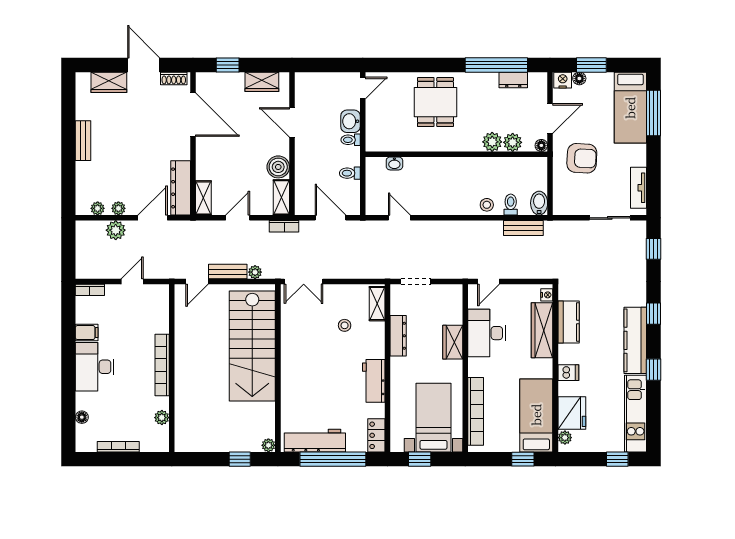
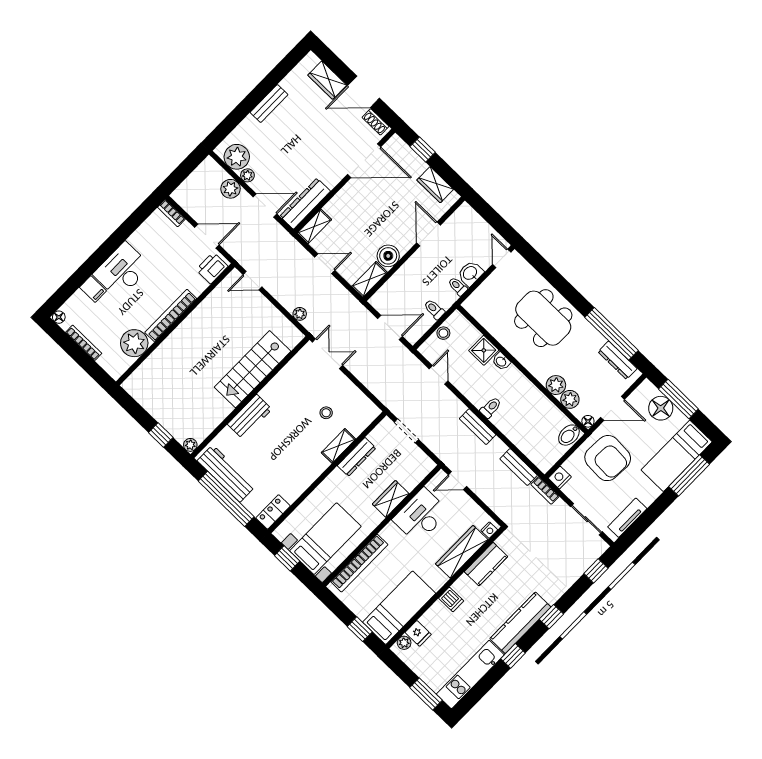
door: (144, 65) -> (364, 92), swing flipped
window: (591, 65) -> (678, 399), width x1.44
floor lamp: (579, 78) -> (661, 408), width x1.89, depth x1.89
dresser: (513, 80) -> (618, 360), width x1.44
nightstand: (563, 80) -> (560, 478), moved, turned -90
door: (363, 88) -> (502, 258), swing flipped
dining table: (435, 102) -> (543, 318), width x1.38
door: (193, 115) -> (364, 161), hinge flipped
armchair: (582, 158) -> (608, 458), width x1.36, depth x1.36
washbasin: (394, 163) -> (501, 361), moved
shower: (415, 168) -> (484, 350), added
bidet: (539, 203) -> (569, 435), moved, turned 180
stool: (487, 205) -> (443, 333), moved
toilet: (511, 205) -> (491, 408), moved
plant: (98, 208) -> (237, 157), width x1.88, depth x1.88
door: (330, 218) -> (390, 327), hinge flipped
bookcase: (284, 226) -> (545, 490), moved
bench: (228, 272) -> (478, 427), moved
door: (132, 281) -> (207, 236), width x1.38
double door: (304, 281) -> (327, 354), swing flipped
printer: (158, 301) -> (212, 268), added
shelving: (377, 304) -> (338, 446), moved
filing cabinet: (87, 333) -> (93, 289), moved
stairs: (252, 346) -> (253, 369), width x0.73, depth x0.66
workbench: (374, 381) -> (250, 417), moved, turned 180
fridge: (572, 413) -> (418, 633), width x0.53, depth x0.75
floor lamp: (82, 417) -> (59, 317), moved
plant: (162, 418) -> (134, 343), width x1.88, depth x1.88
window: (617, 459) -> (426, 694), width x1.50

